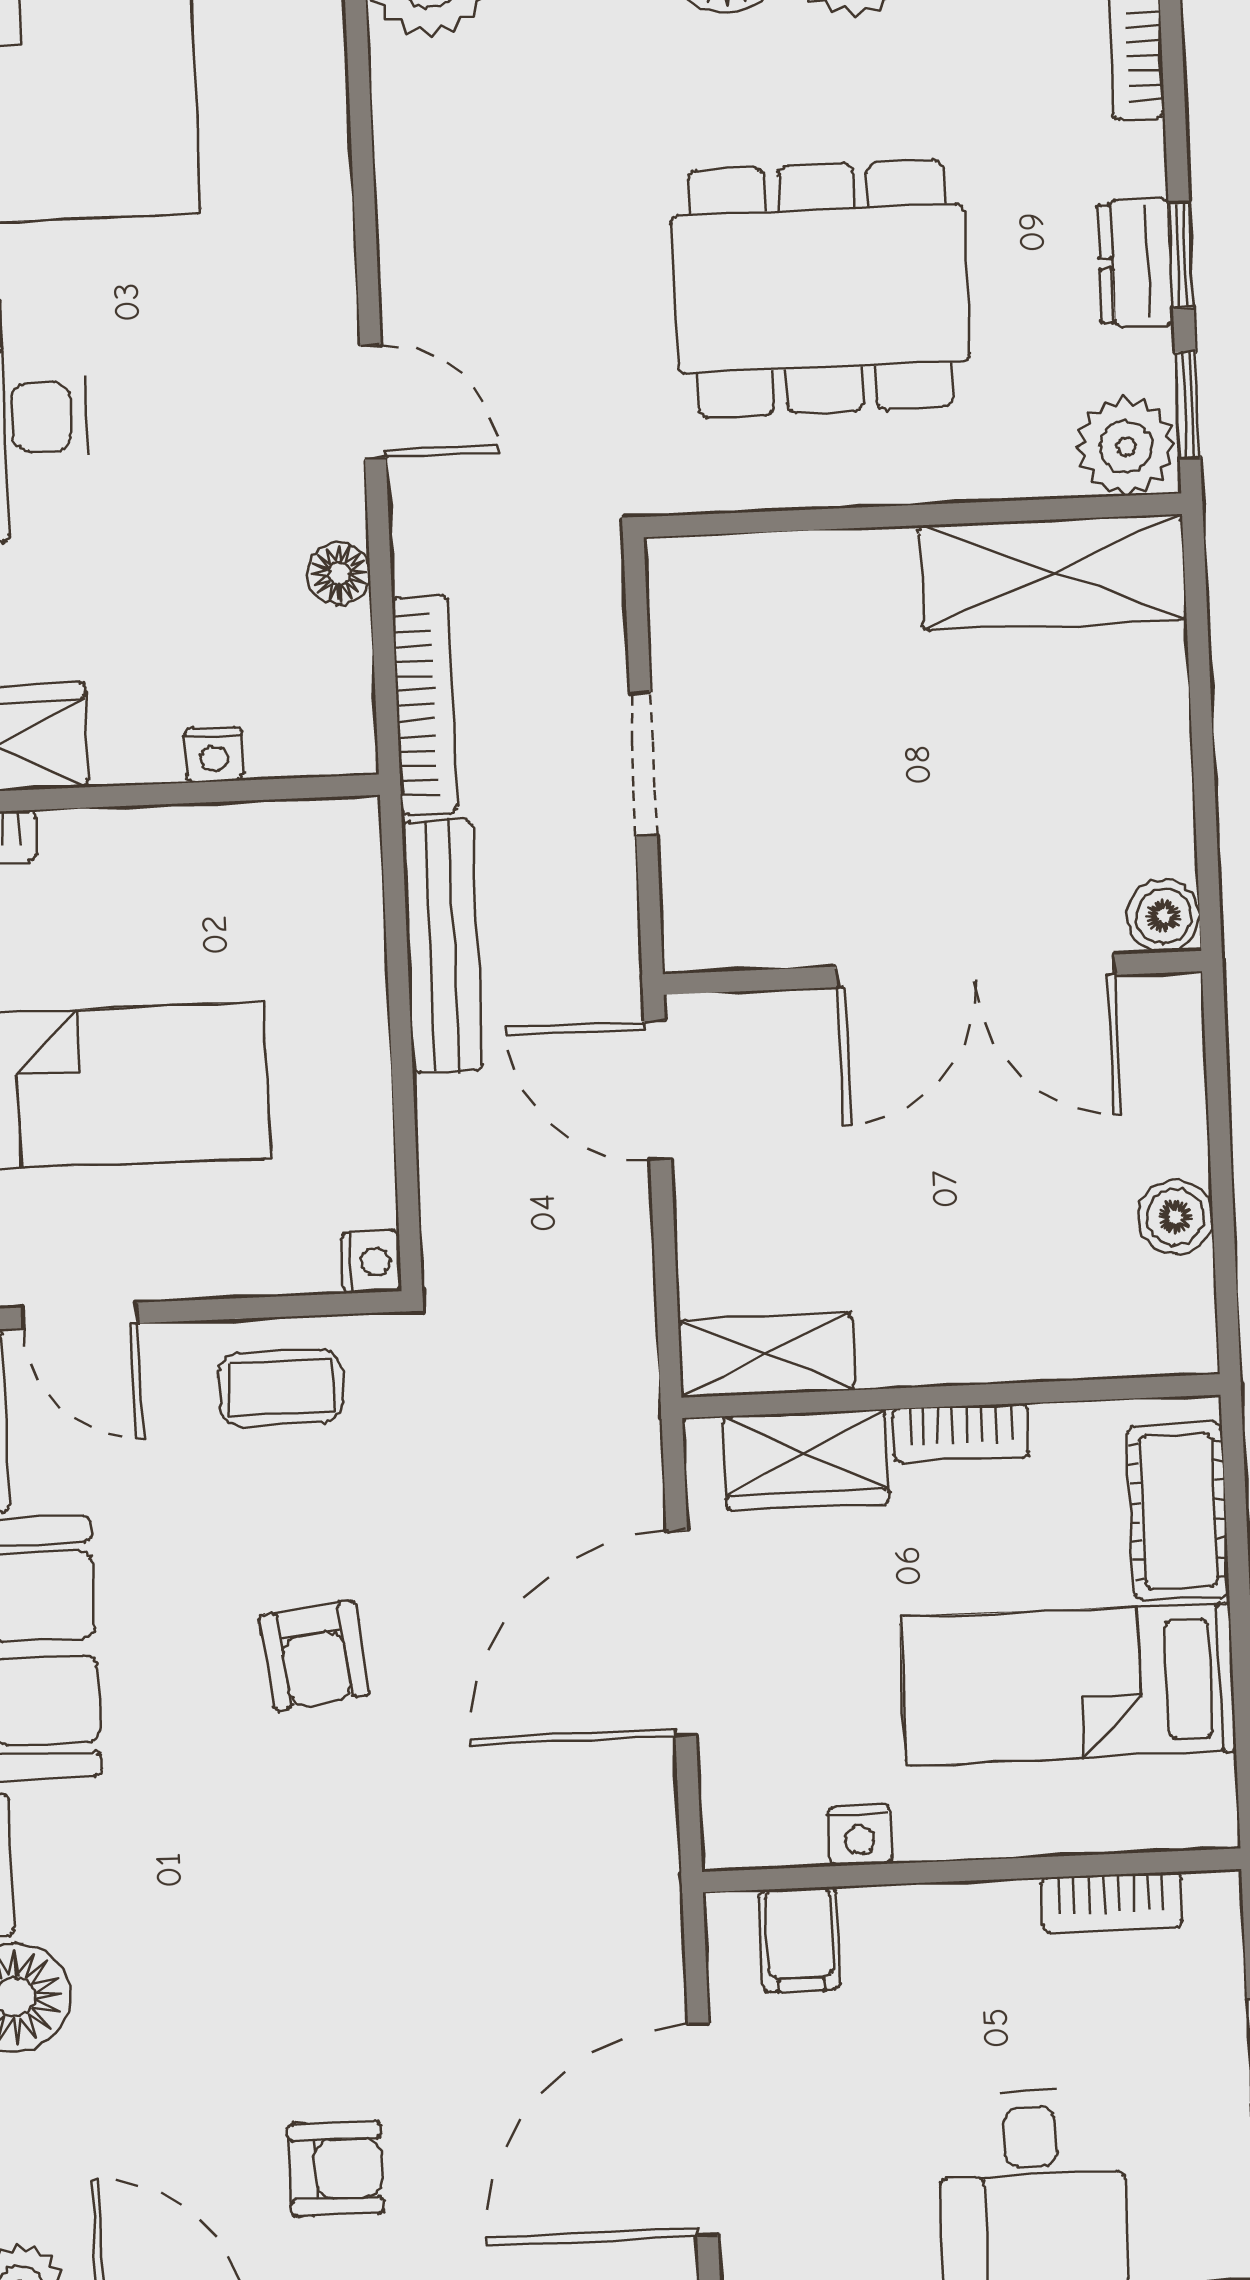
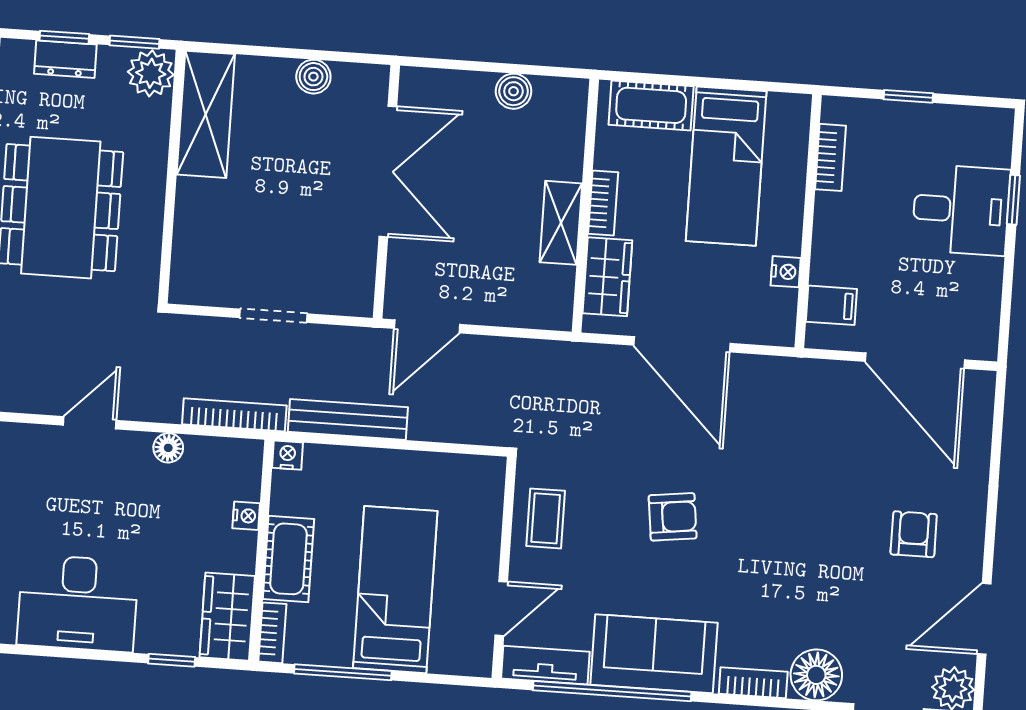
cot: (133, 854) -> (288, 559), added
boiler: (1163, 916) -> (313, 77), moved
nightstand: (371, 1262) -> (287, 455), moved
shelving: (766, 1355) -> (561, 223), moved

